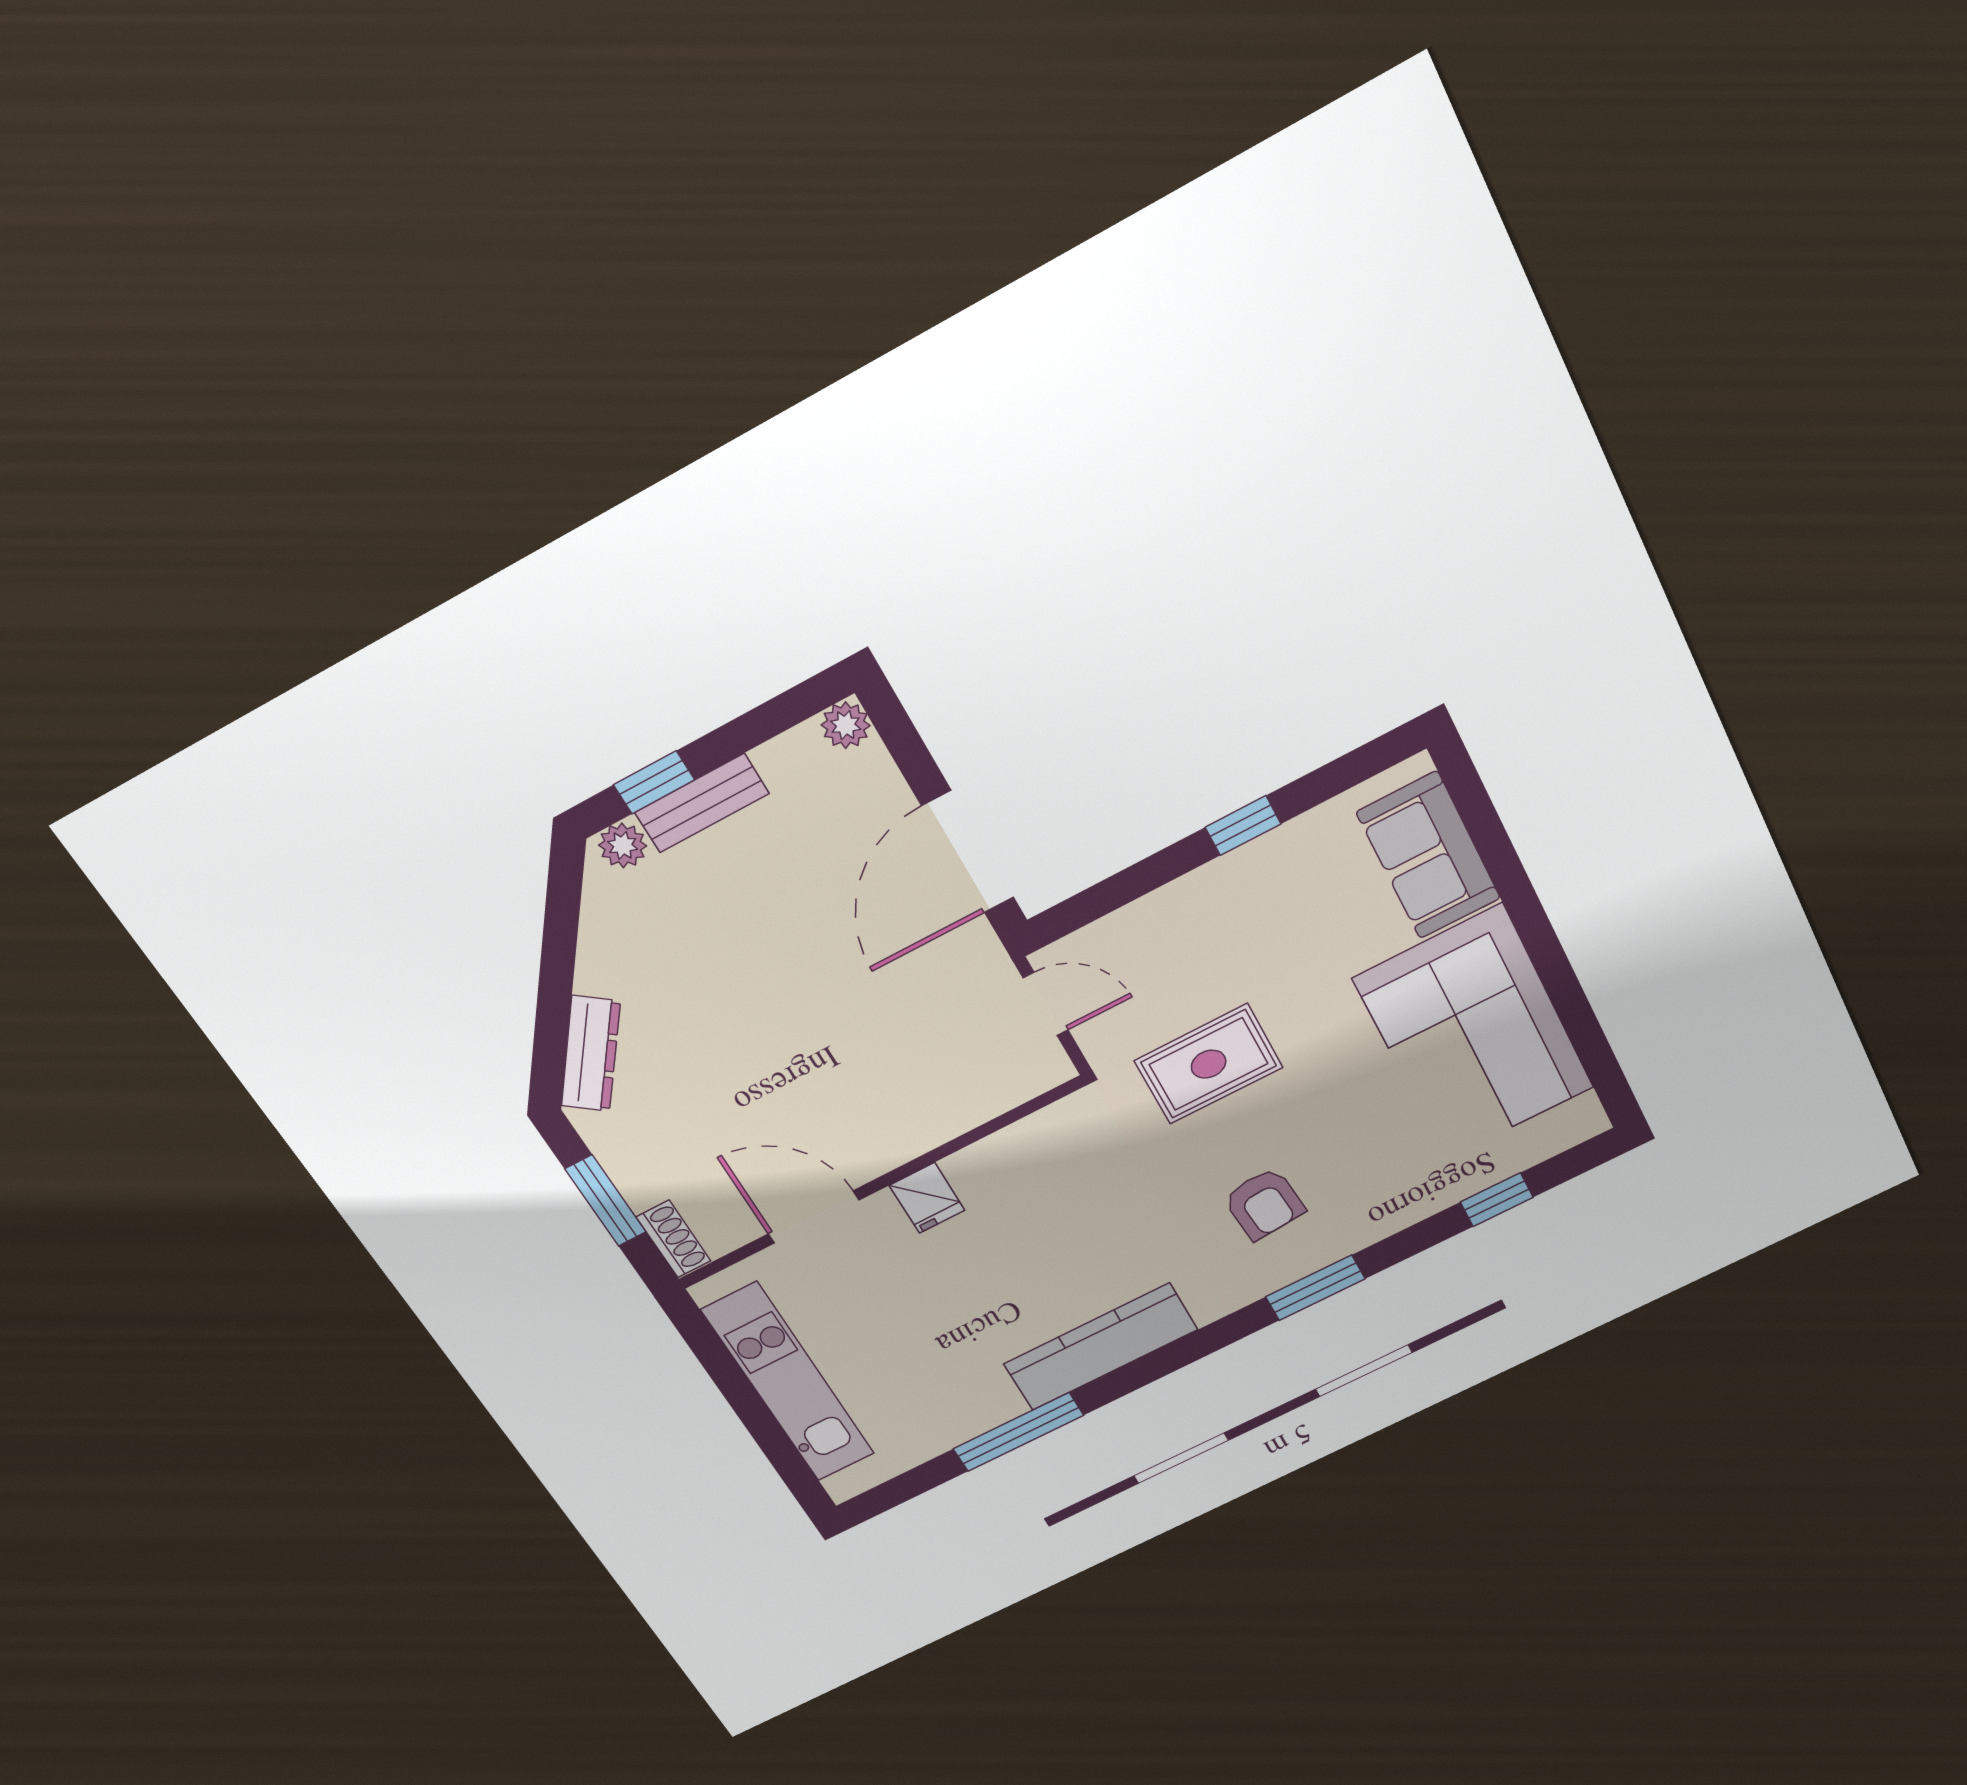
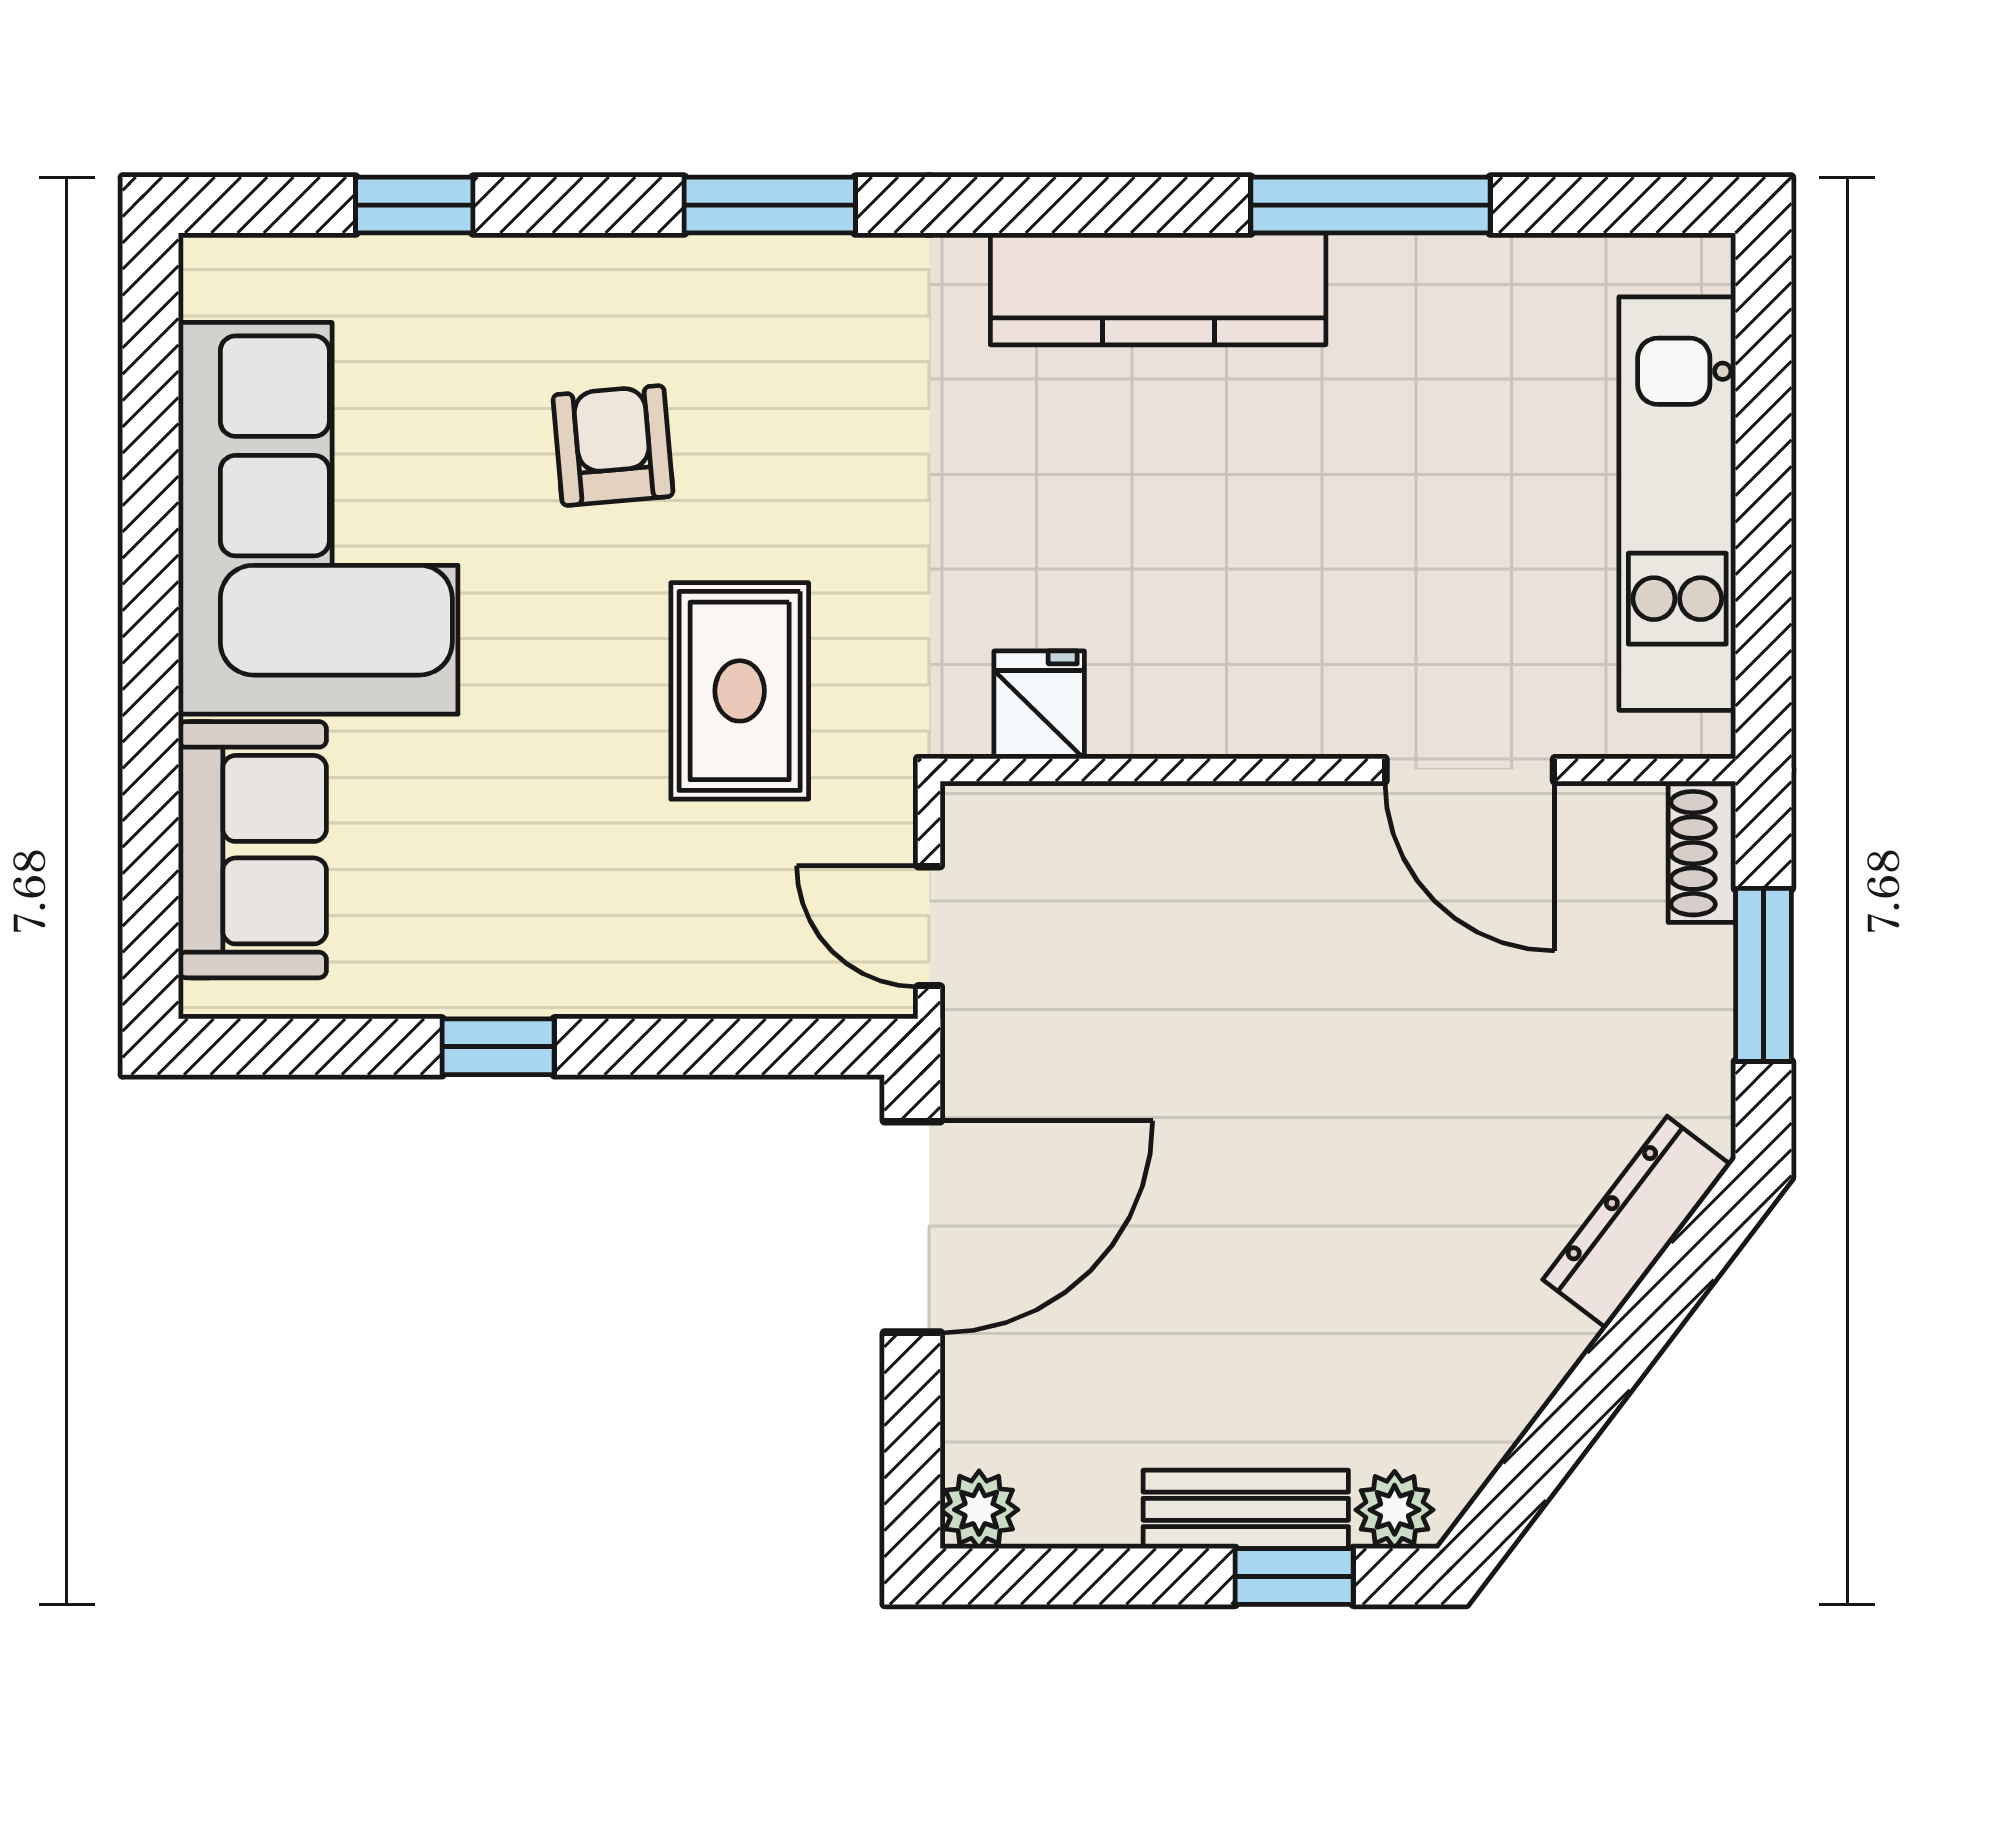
rug: (1209, 1064) -> (740, 691), turned 90
fridge: (927, 1198) -> (1039, 705), moved
armchair: (1264, 1204) -> (613, 446), moved

